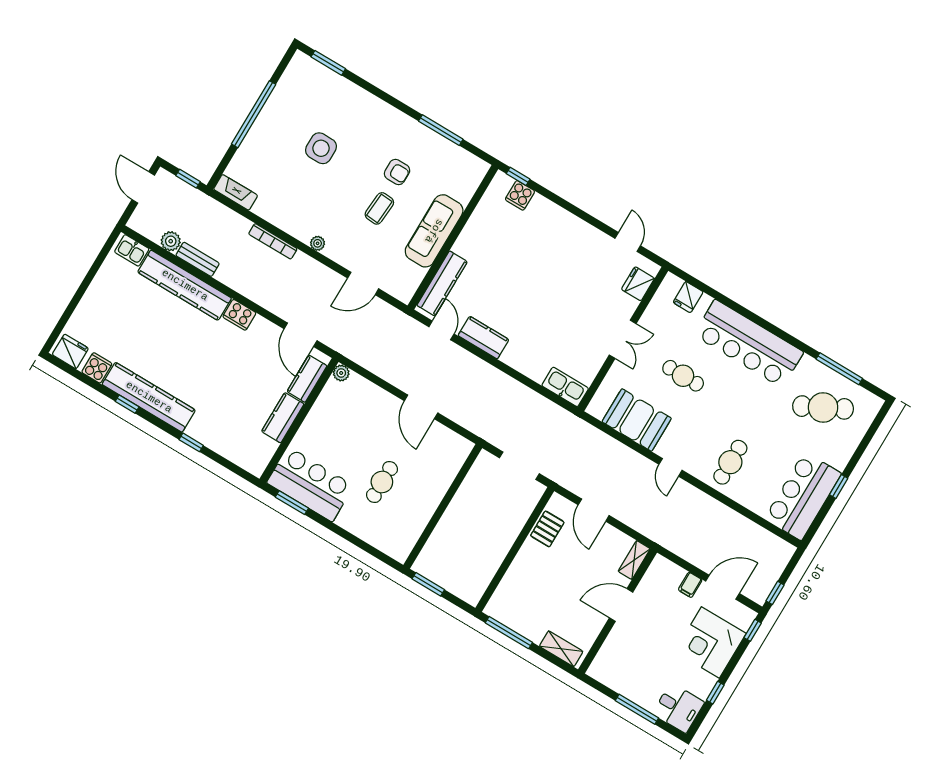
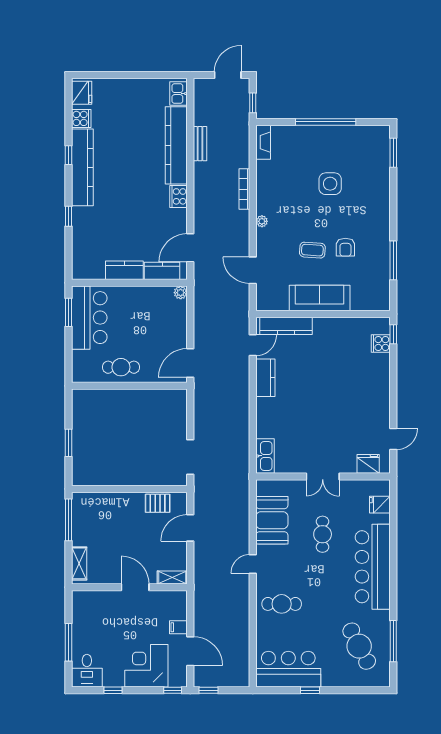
plant: (171, 241) -> (201, 117), removed
wall: (443, 506) -> (129, 386), moved

